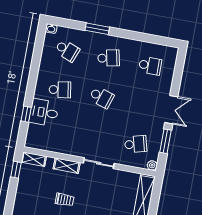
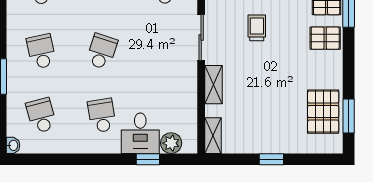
school desk: (67, 50) -> (41, 116), turned -36
plant: (34, 131) -> (171, 143), added
window: (16, 170) -> (271, 159), moved
trolley: (65, 200) -> (257, 28), moved

